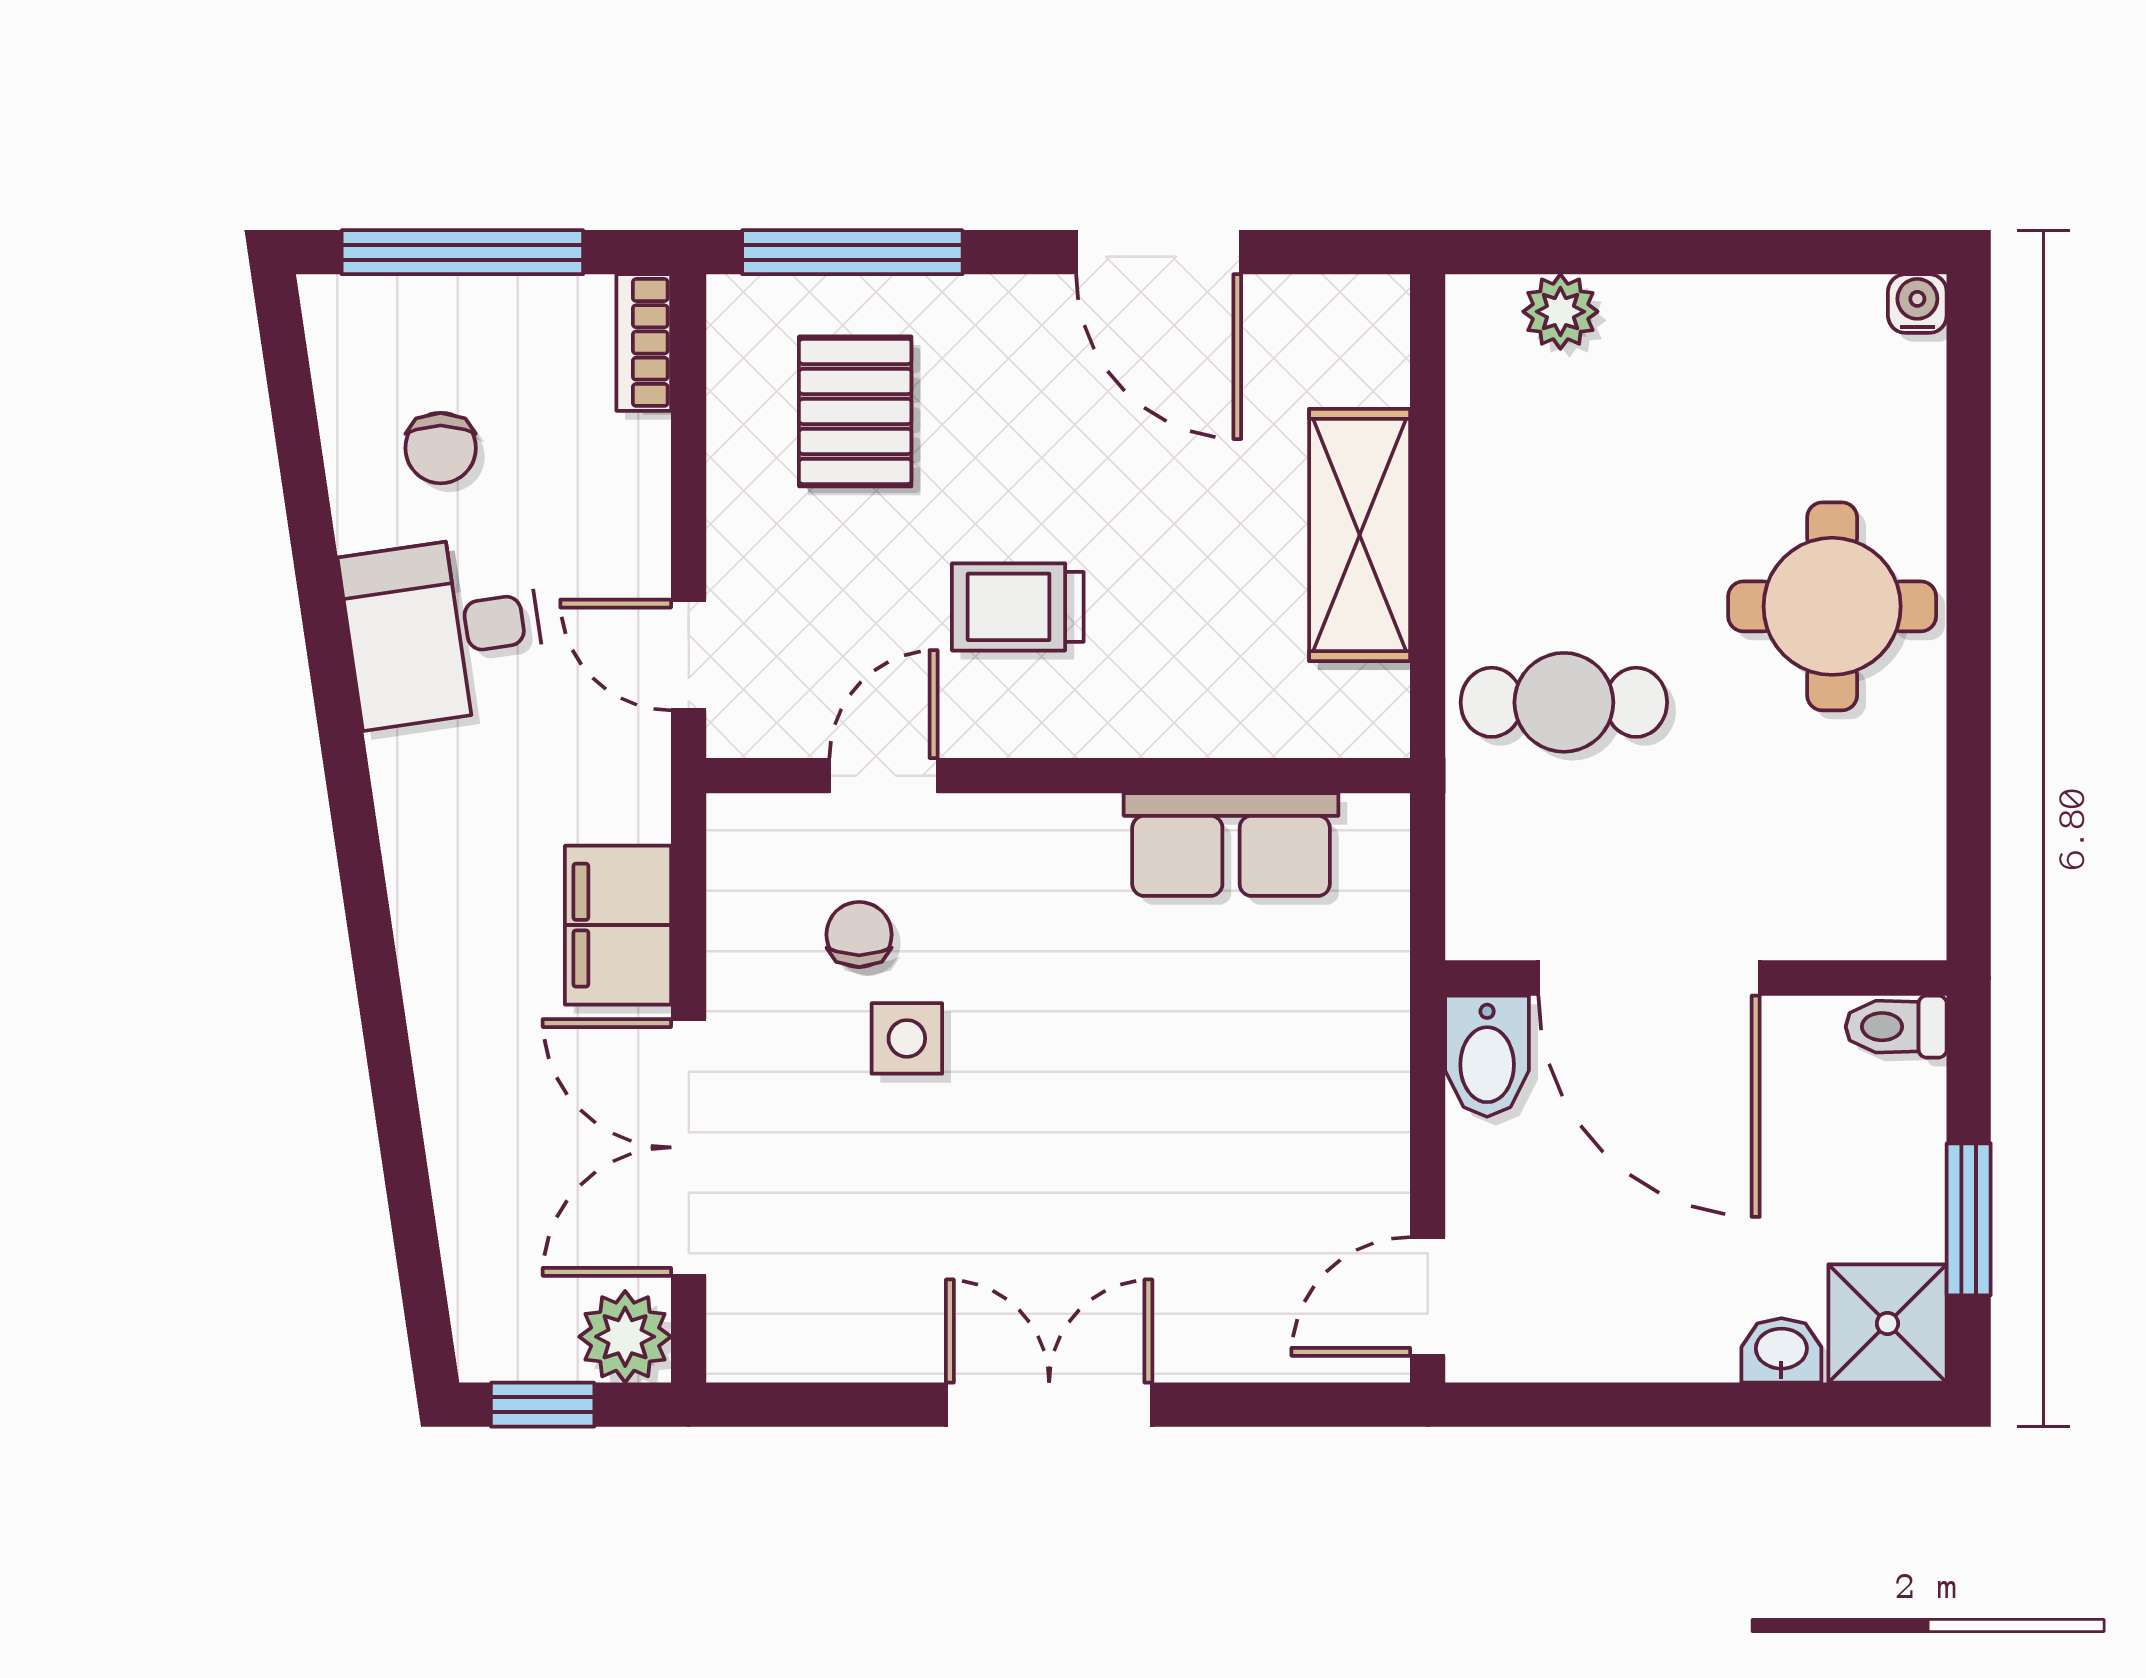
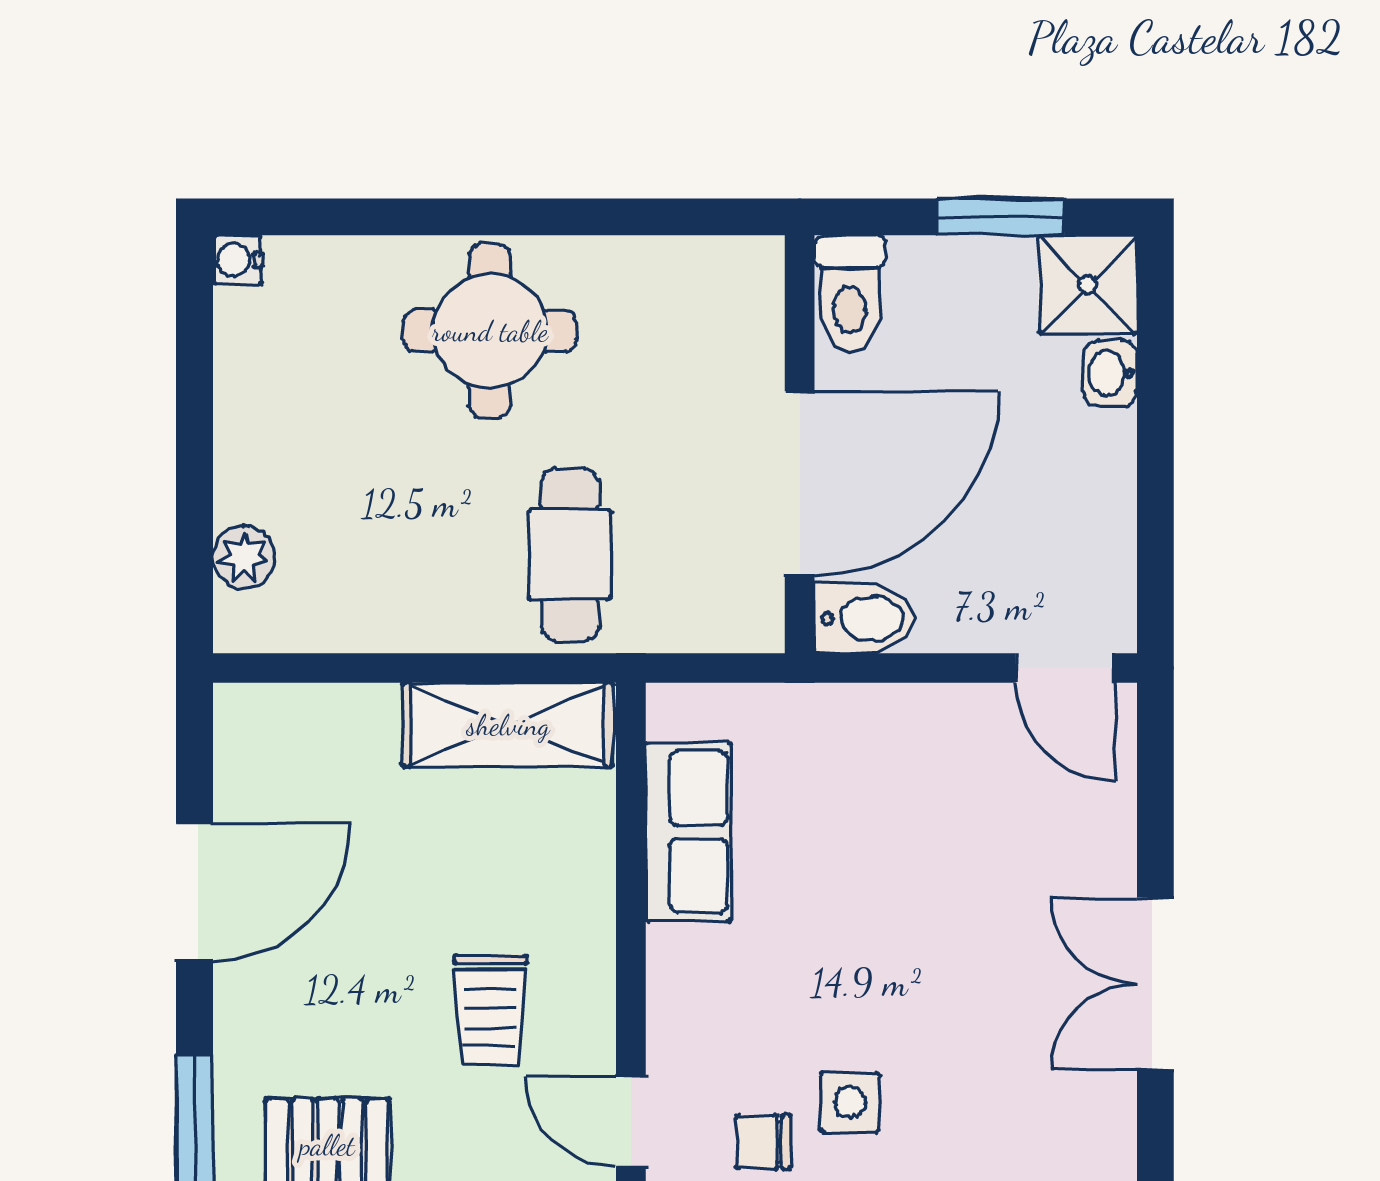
shelving: (1360, 535) -> (508, 725), moved
toilet: (1896, 1027) -> (850, 294), width x1.37, depth x1.39

